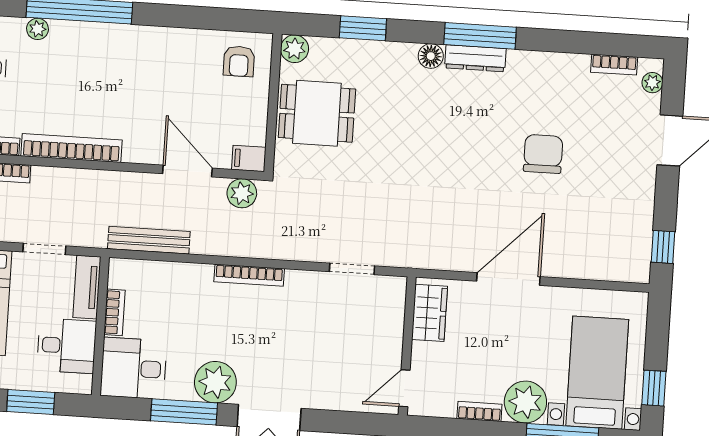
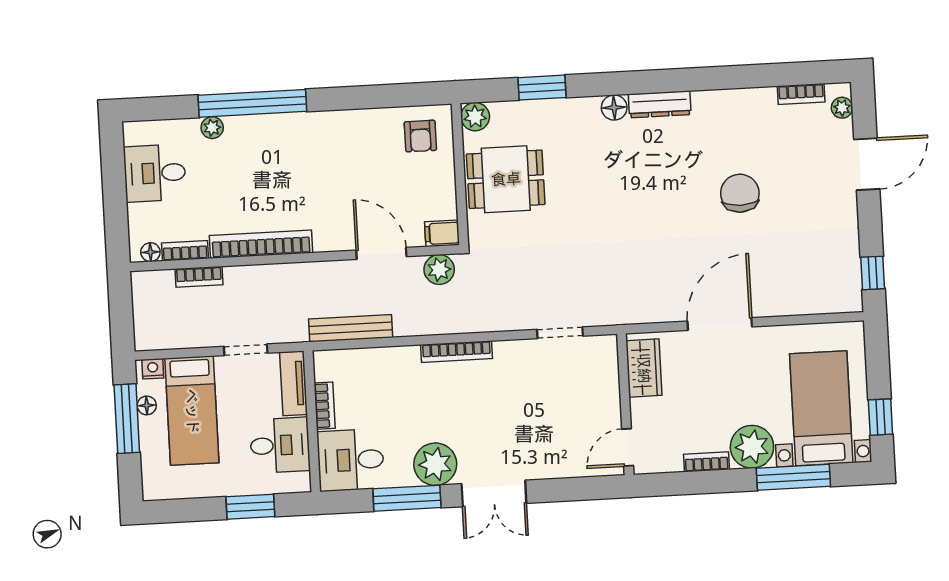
window: (480, 36) -> (662, 81), removed

